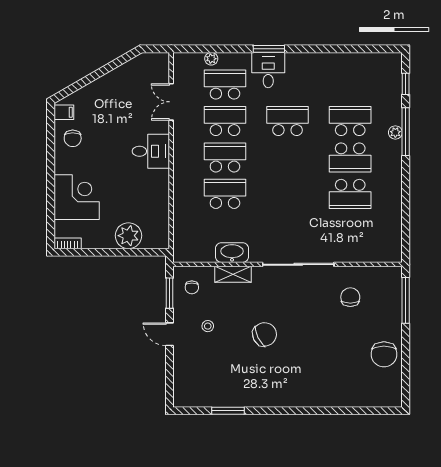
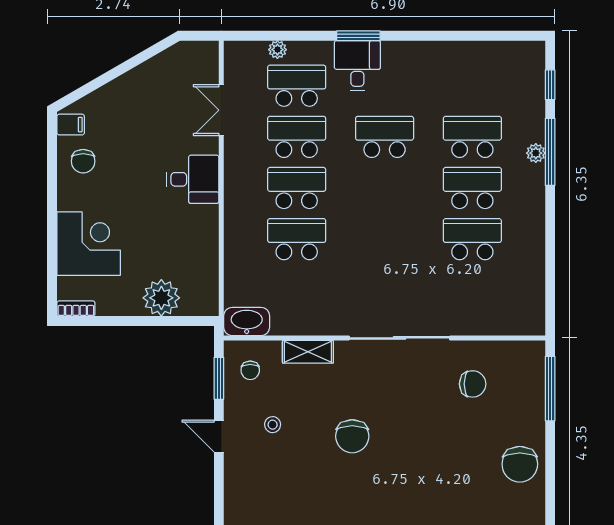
school desk: (350, 157) -> (472, 188), turned 180
school desk: (350, 194) -> (472, 239), turned 180
washbasin: (232, 253) -> (247, 321), moved
chair: (350, 297) -> (473, 384), turned 90
chair: (265, 334) -> (352, 436), turned 116

